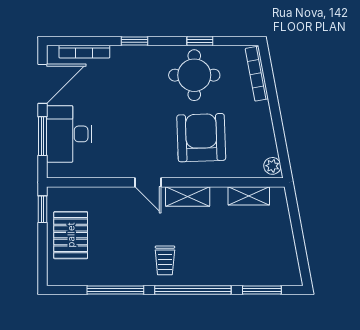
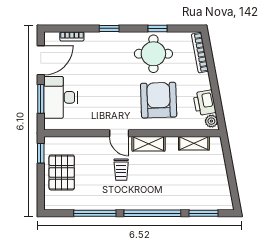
bookcase: (84, 52) -> (72, 36), width x0.64
printer: (263, 141) -> (205, 103), added
trolley: (165, 260) -> (121, 170), moved

